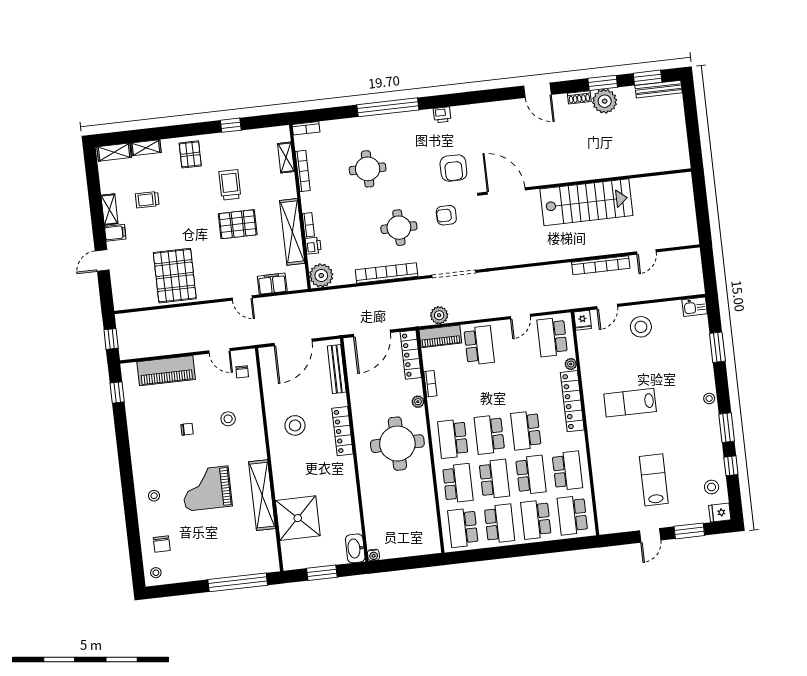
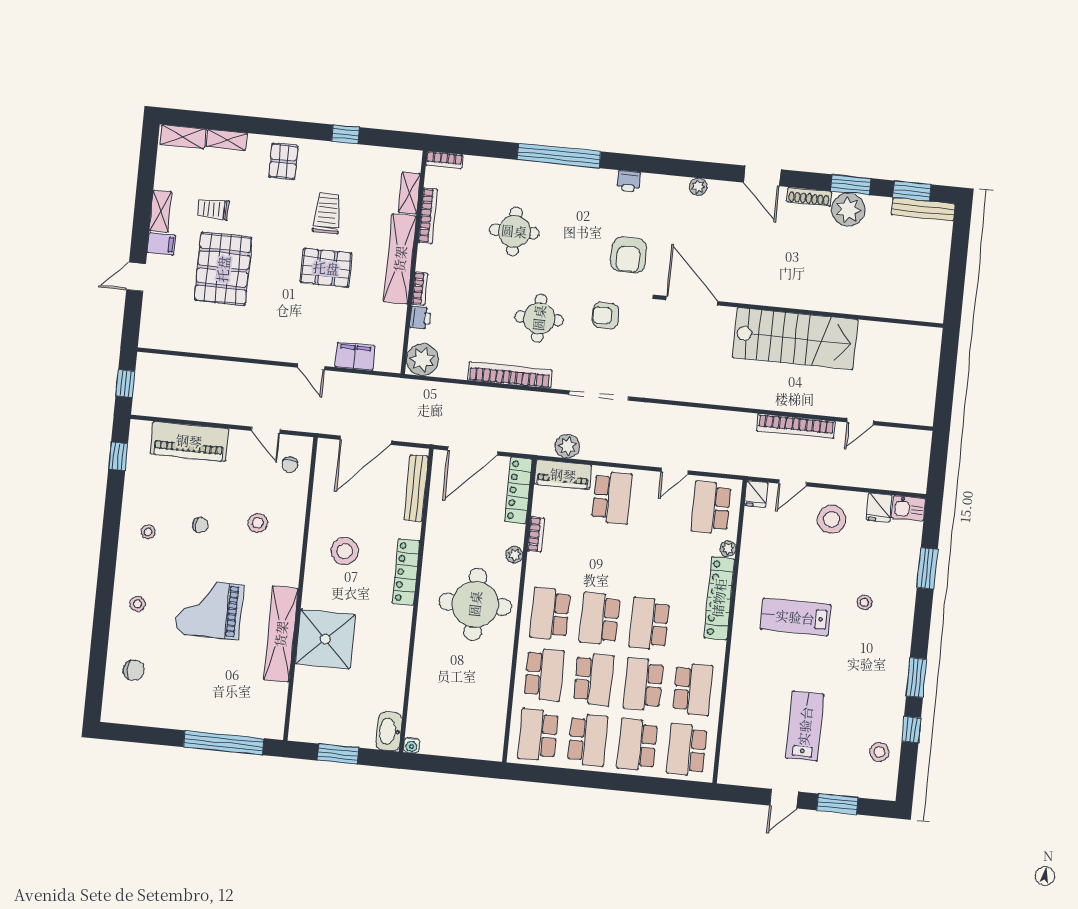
shoe rack: (579, 97) -> (809, 197), width x1.43
plant: (493, 108) -> (698, 187), added
shelving: (292, 232) -> (400, 259), moved
pallet: (175, 276) -> (223, 269), moved
stool: (709, 399) -> (864, 602), moved
school desk: (531, 475) -> (643, 684), turned 180
fridge: (720, 513) -> (879, 507), moved, turned -90
shower: (298, 518) -> (325, 639), moved
chair: (162, 544) -> (134, 670), turned -90
stool: (156, 573) -> (148, 532), moved

